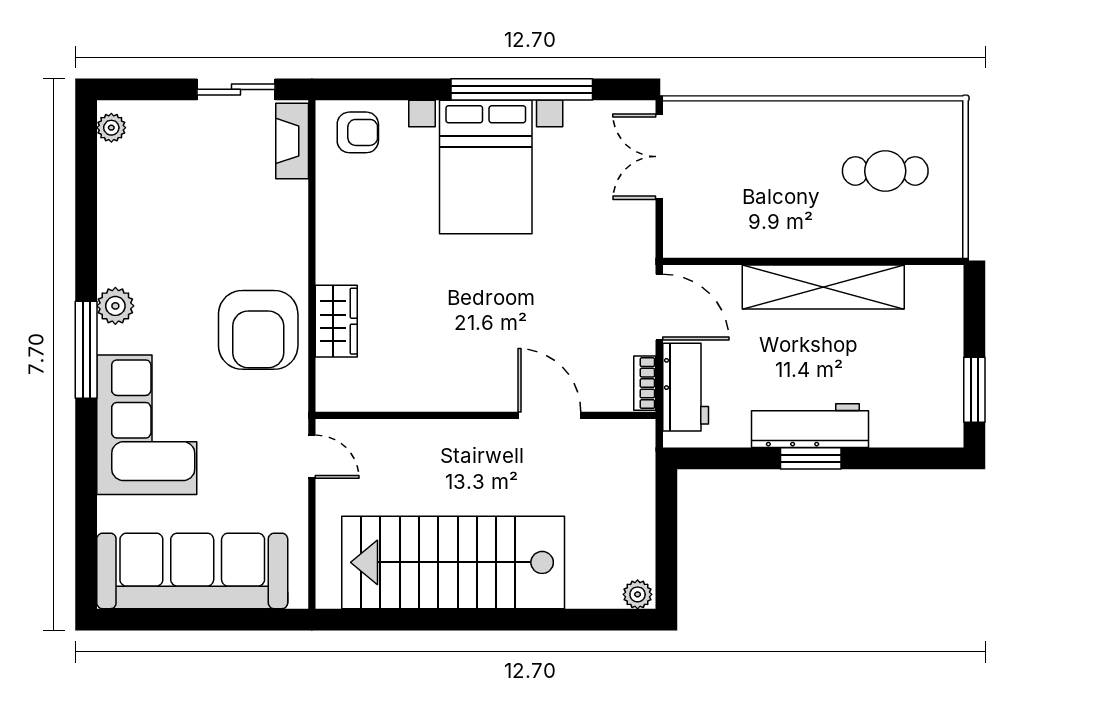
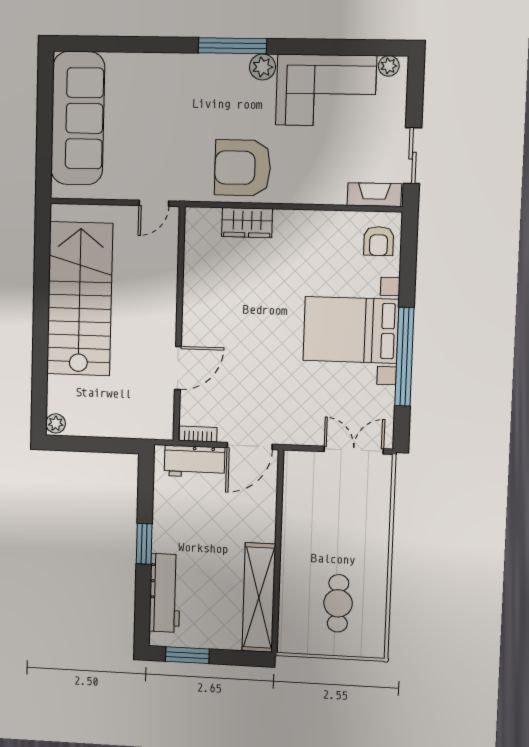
shelving: (823, 287) -> (259, 598), moved
corner sofa: (147, 425) -> (326, 90), moved
workbench: (810, 426) -> (165, 593), moved

